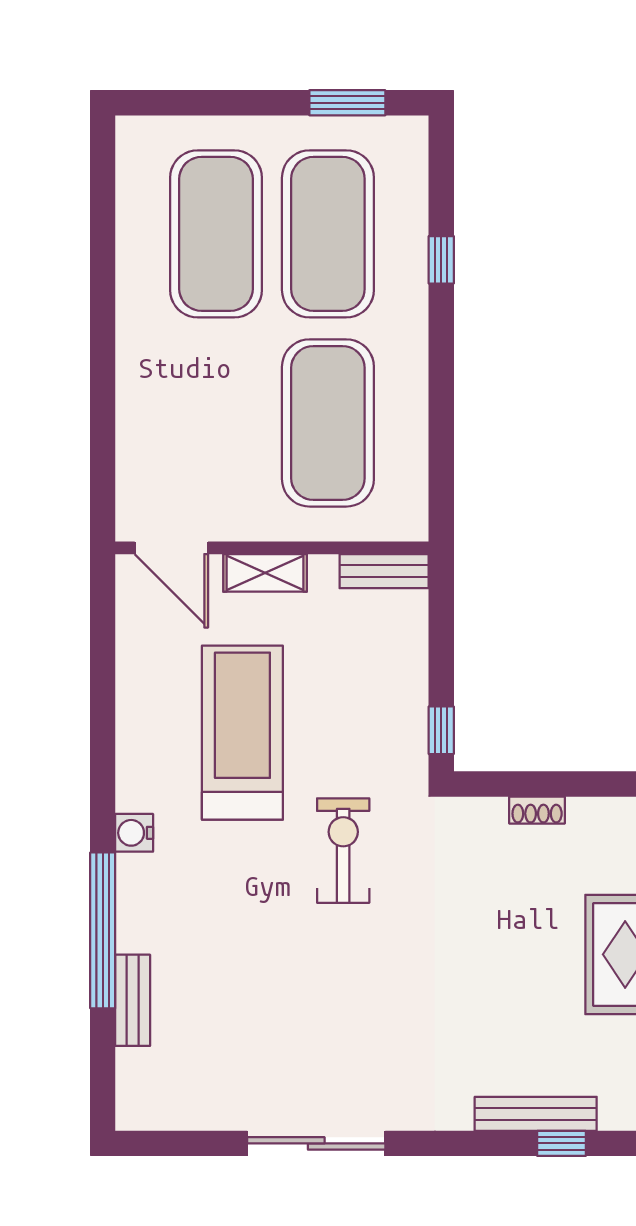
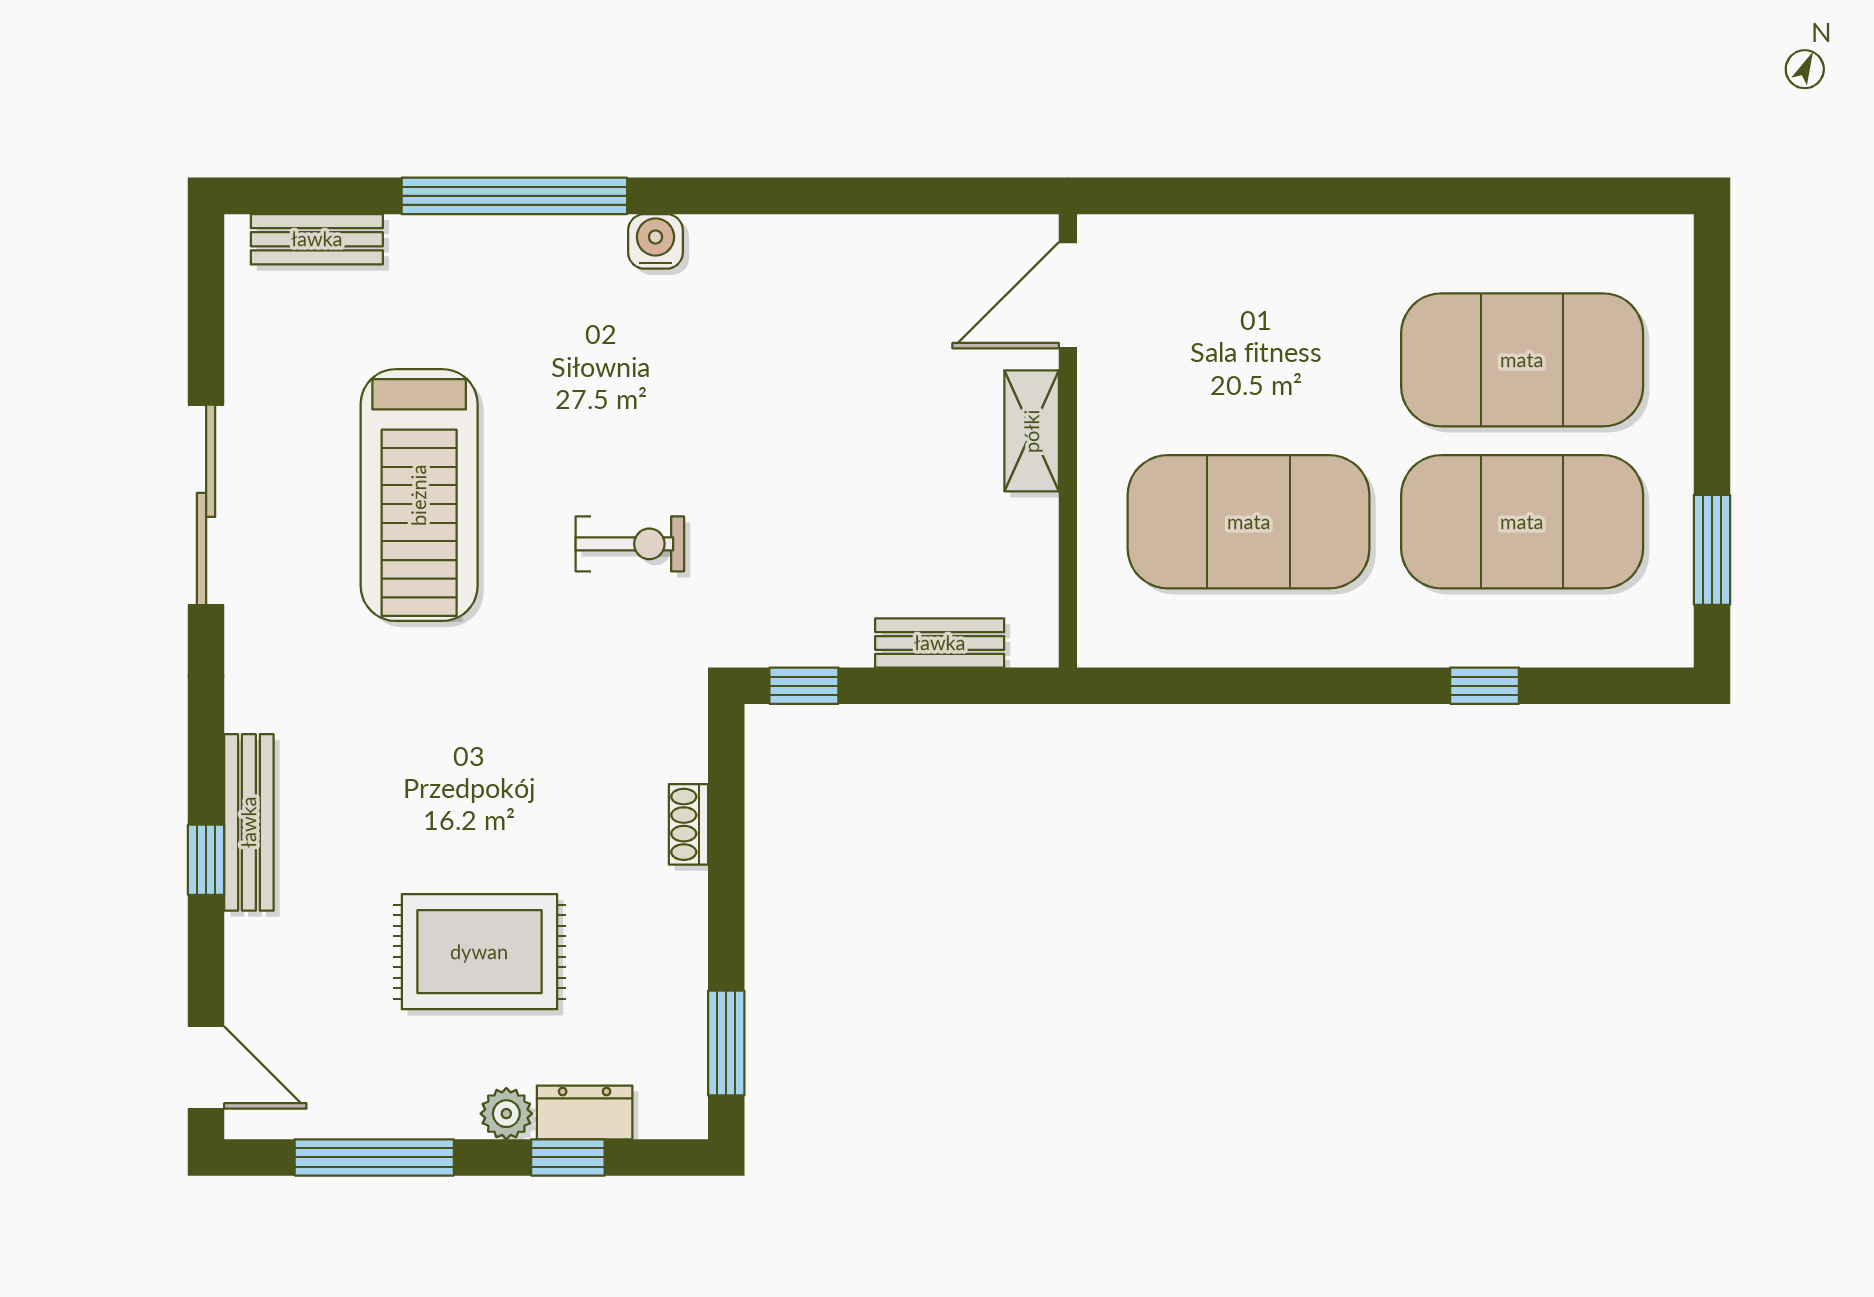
bench: (384, 571) -> (940, 643), moved, turned 90
treadmill: (242, 733) -> (419, 495), moved, turned 90
exercise bike: (343, 851) -> (630, 544), width x0.73, depth x0.72
bench: (133, 1000) -> (317, 239), moved

